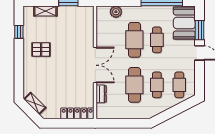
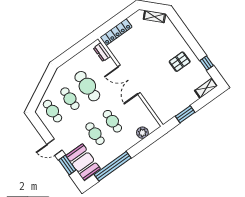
shelving: (45, 11) -> (206, 88), moved
cafe table: (134, 40) -> (112, 121), width x0.73, depth x0.74
dresser: (101, 94) -> (102, 52), moved

